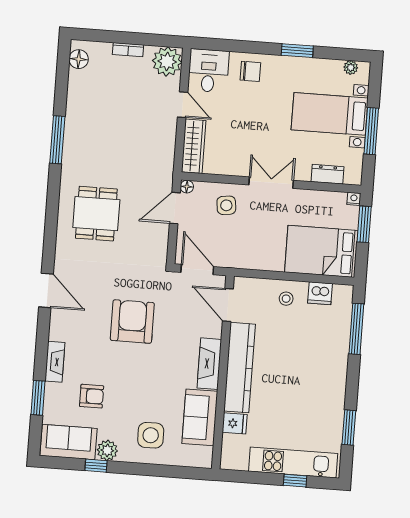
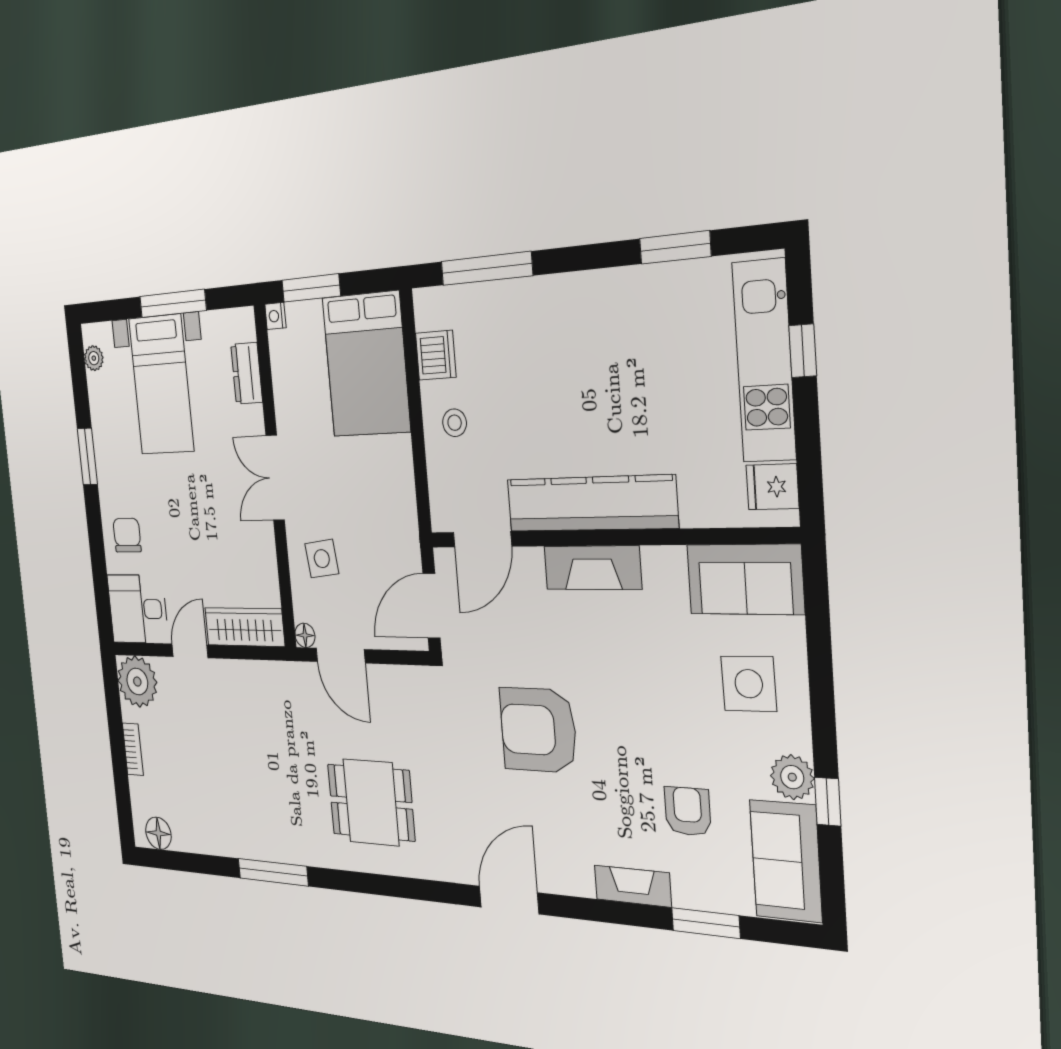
sofa: (200, 417) -> (745, 579), moved
fridge: (235, 423) -> (772, 487), moved, turned -90

